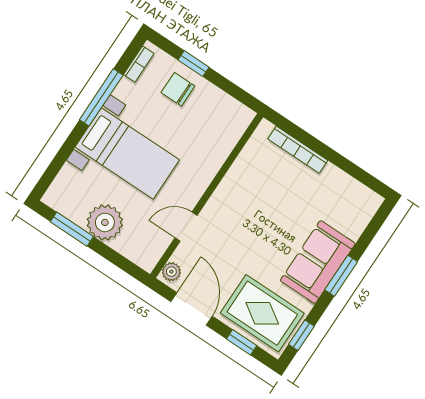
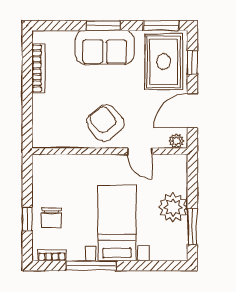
bookcase: (298, 150) -> (38, 68), moved
armchair: (239, 211) -> (105, 123), added
window: (301, 335) -> (161, 26), width x1.50

